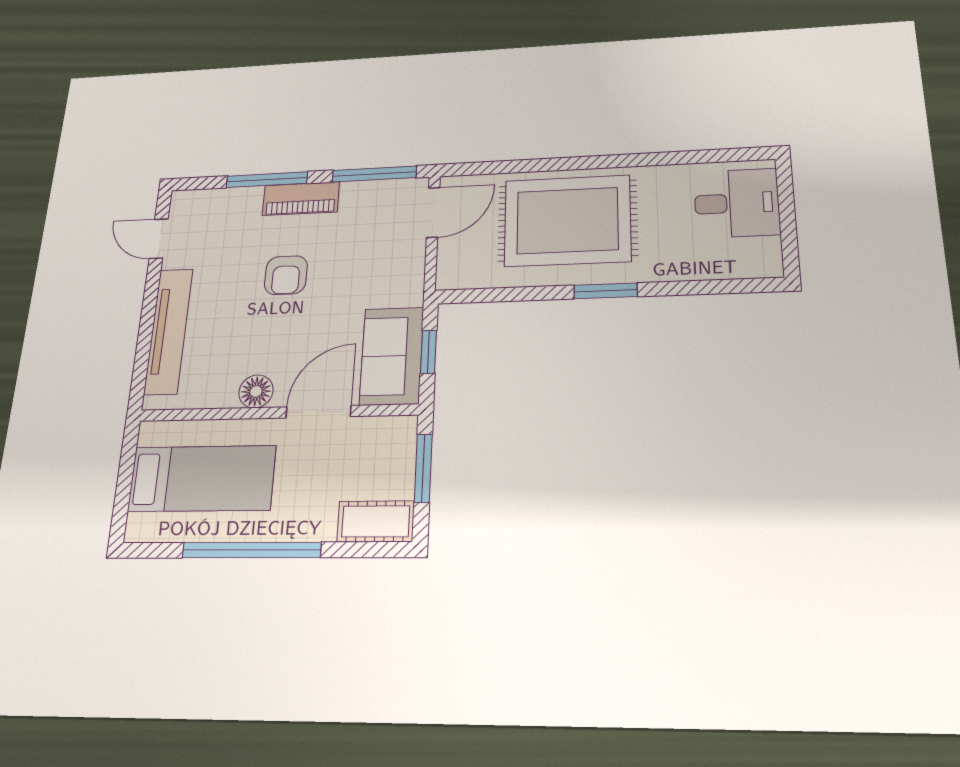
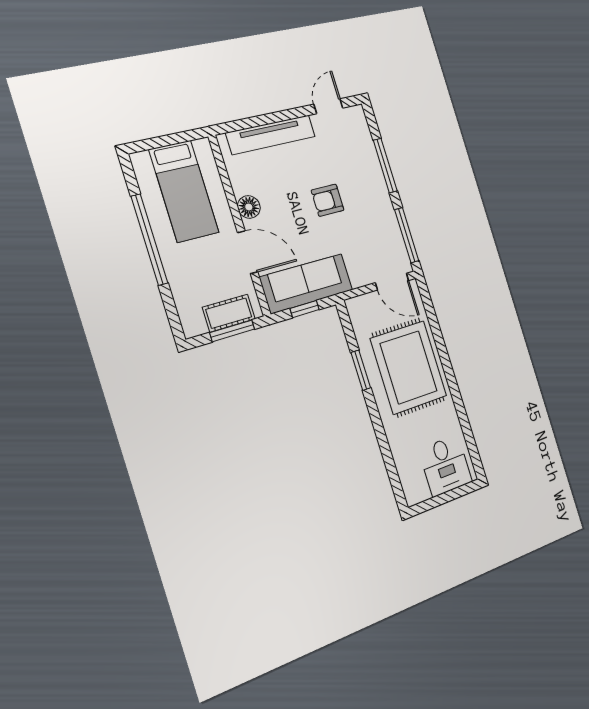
piano: (301, 199) -> (379, 193), removed
window: (606, 291) -> (361, 370), moved
sofa: (392, 356) -> (306, 284), width x1.36
cot: (376, 521) -> (229, 313), moved, turned 90

